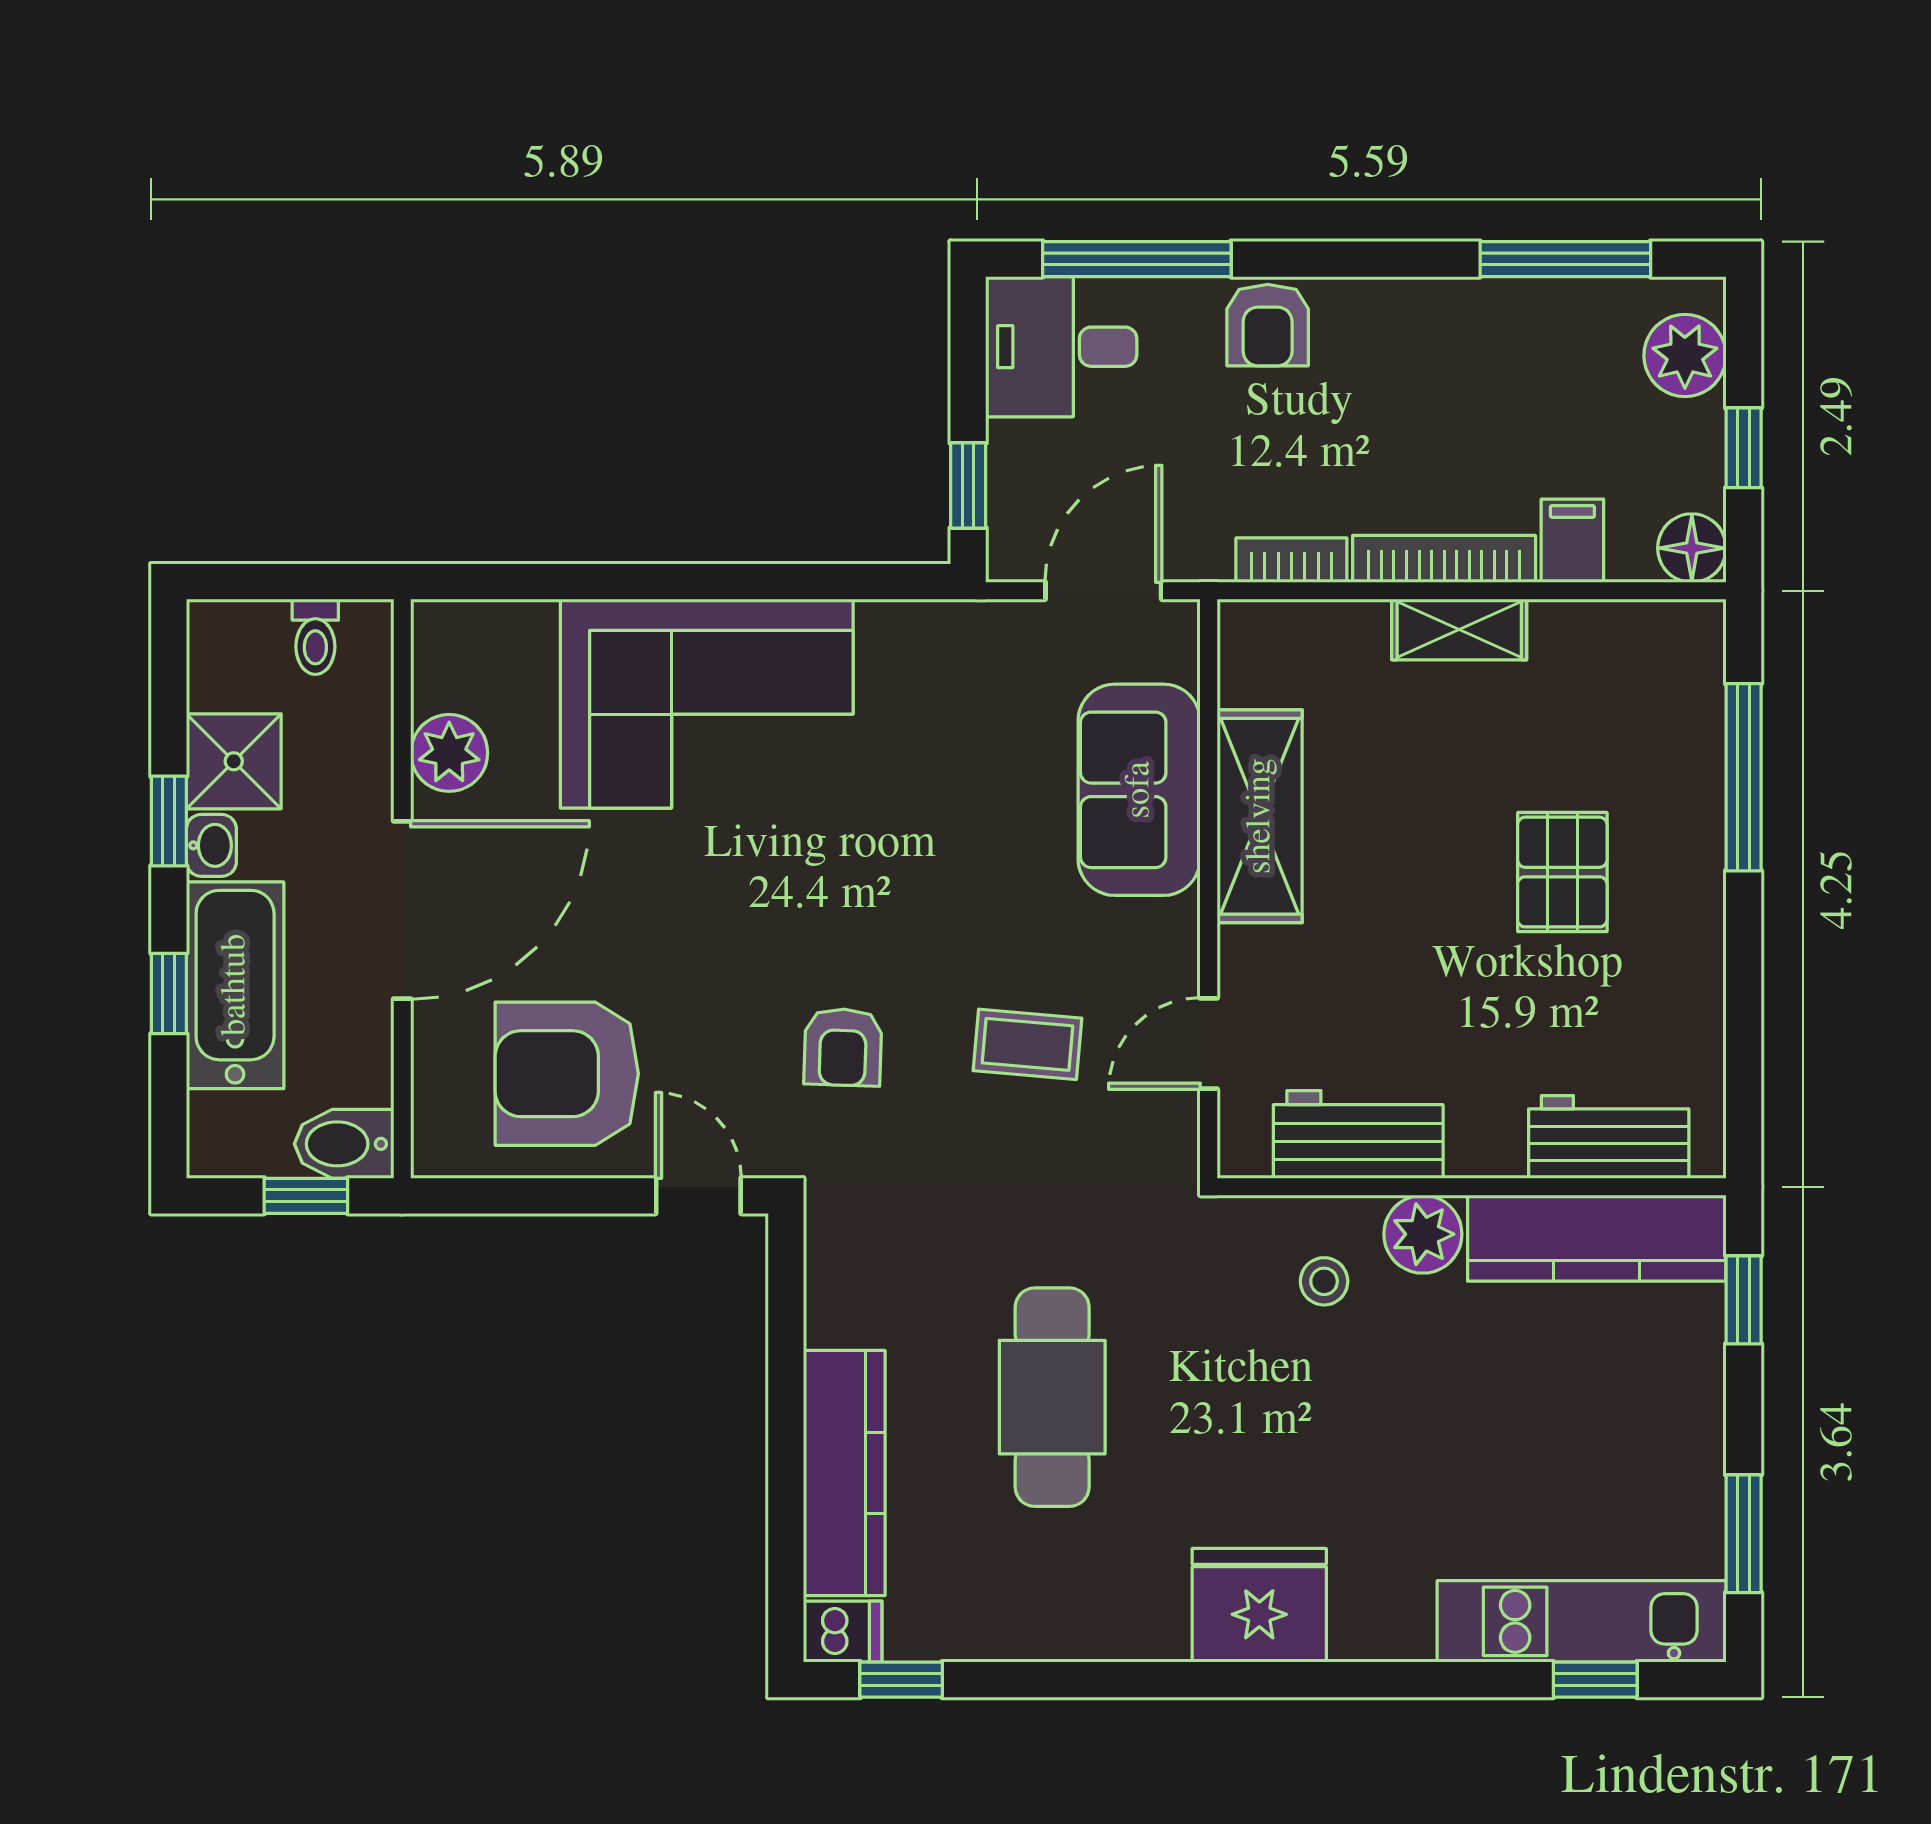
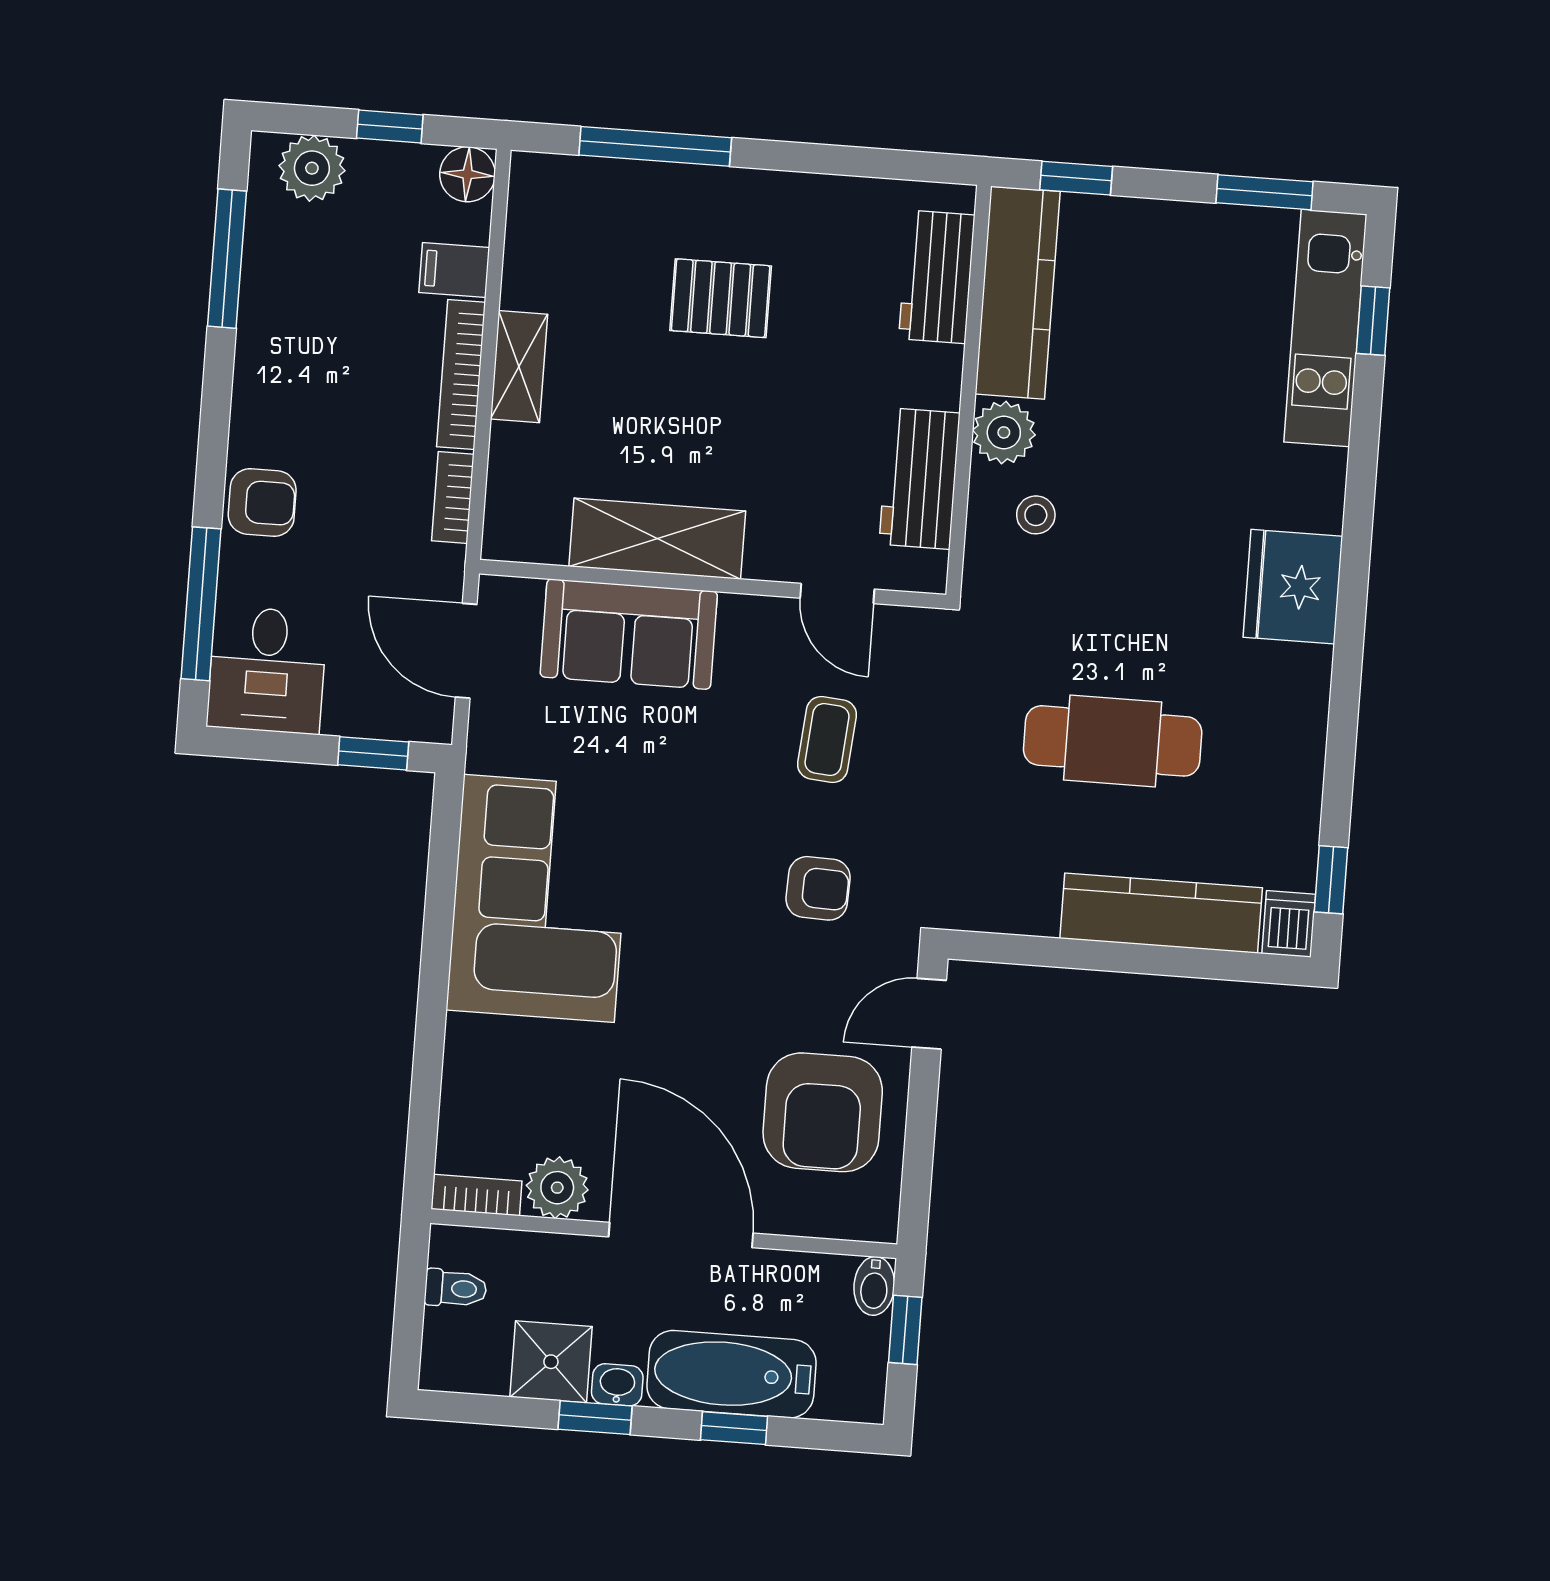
bookcase: (433, 654) -> (477, 1195), added
corner sofa: (707, 704) -> (539, 898), moved
bidet: (344, 1144) -> (874, 1286), width x0.72, depth x0.74

